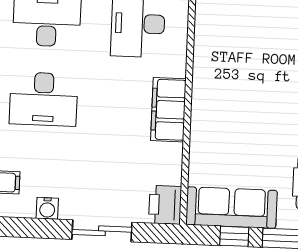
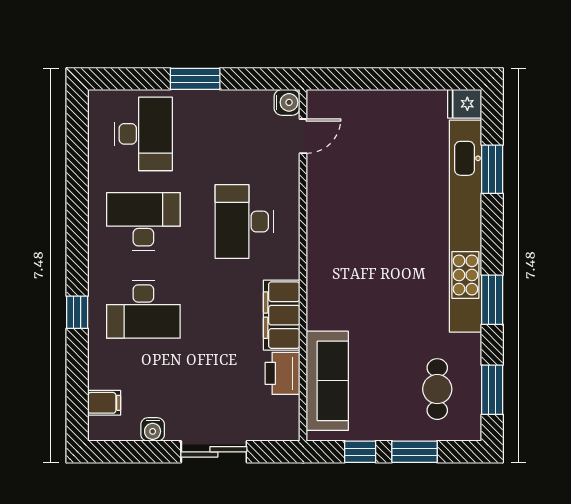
printer: (165, 205) -> (282, 373), moved
sofa: (232, 208) -> (327, 381), moved, turned 90

